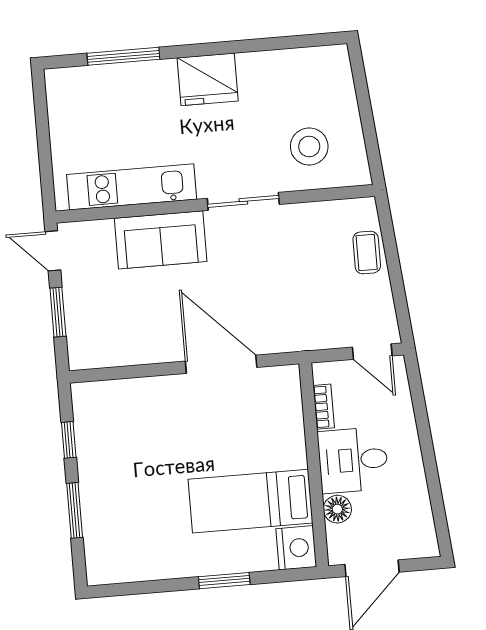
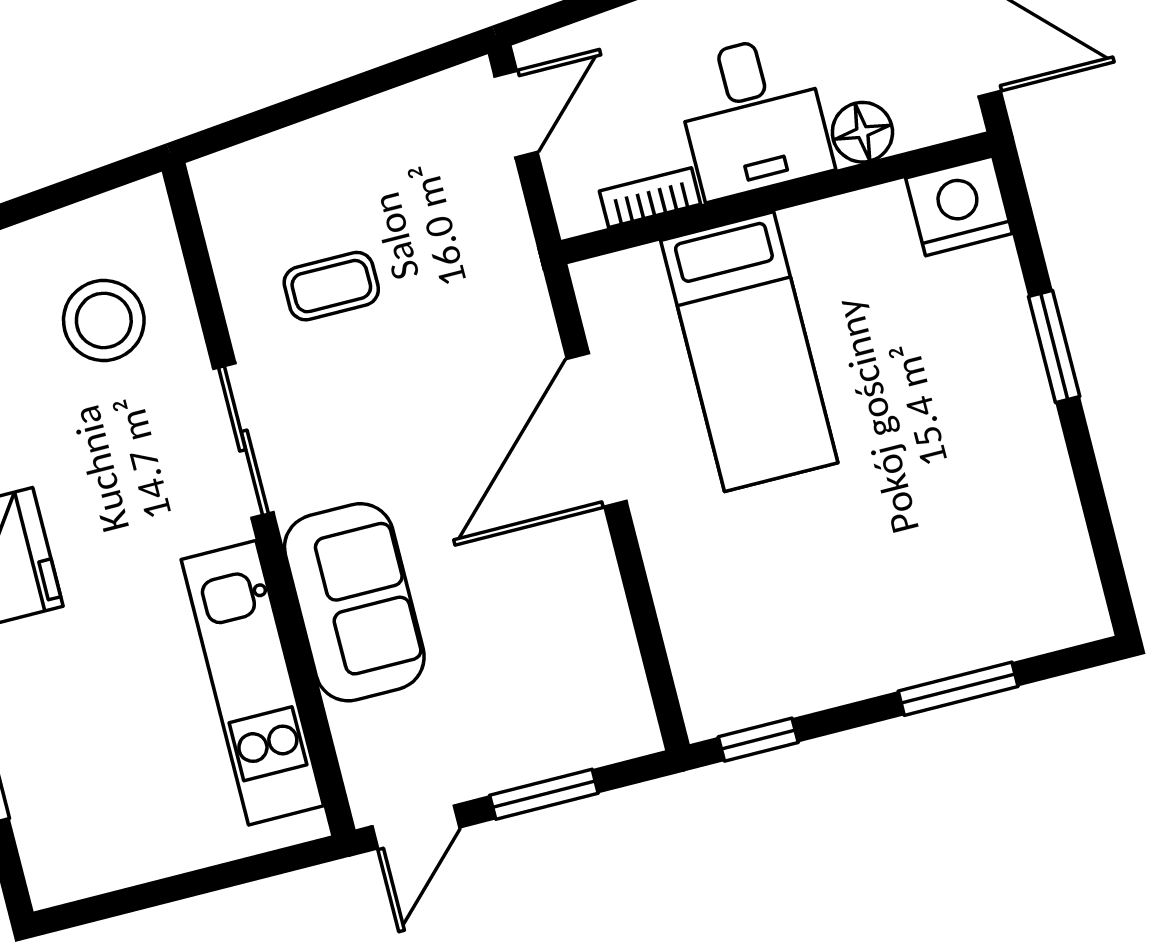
coffee table: (367, 252) -> (331, 286), moved
window: (69, 440) -> (758, 740), moved
bed: (250, 501) -> (749, 352), moved

